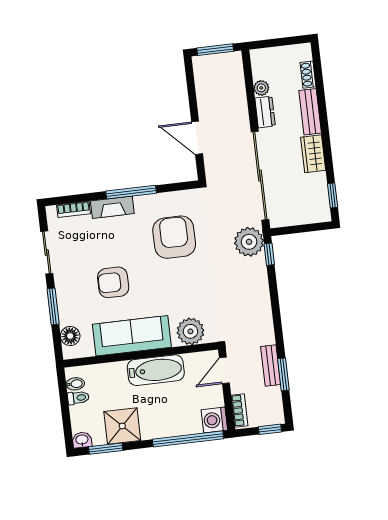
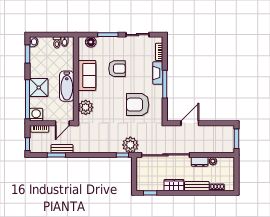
armchair: (174, 237) -> (138, 105), turned 180
armchair: (113, 282) -> (117, 69), turned 90
sofa: (132, 336) -> (87, 75), width x0.73
door: (224, 370) -> (62, 123), swing flipped
shower: (122, 426) -> (39, 88), moved

